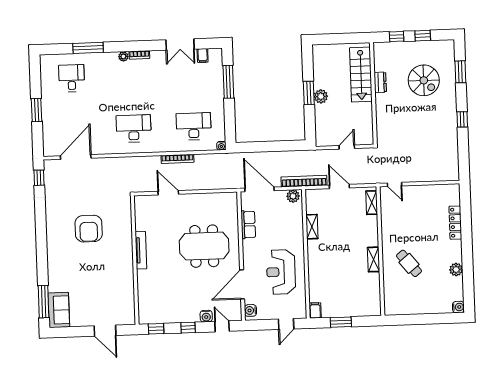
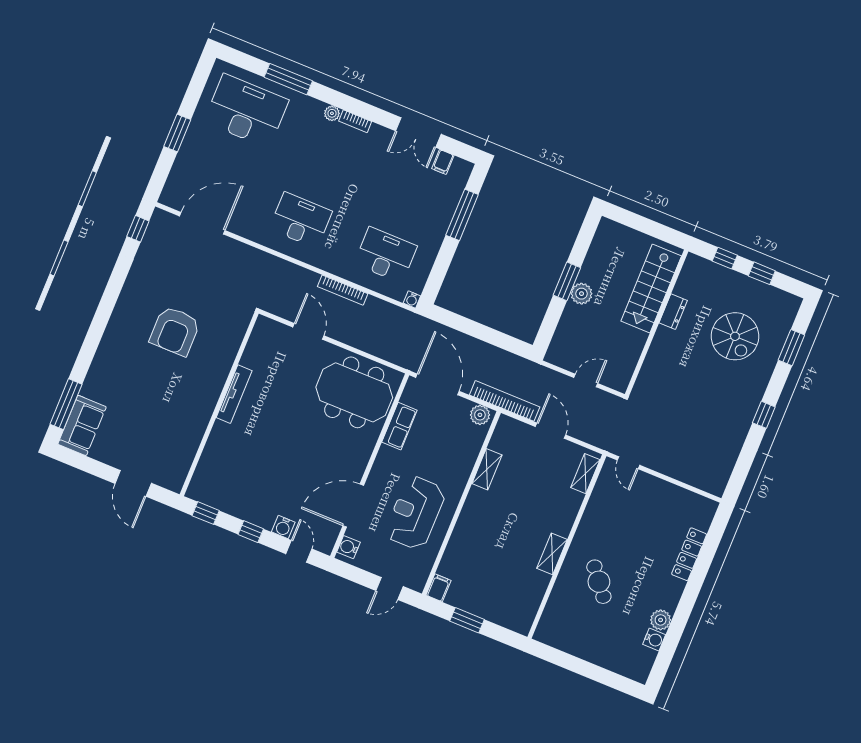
desk: (72, 78) -> (246, 111), width x1.87, depth x1.30
meeting table: (204, 246) -> (354, 392), moved
water cooler: (458, 307) -> (654, 639), moved

